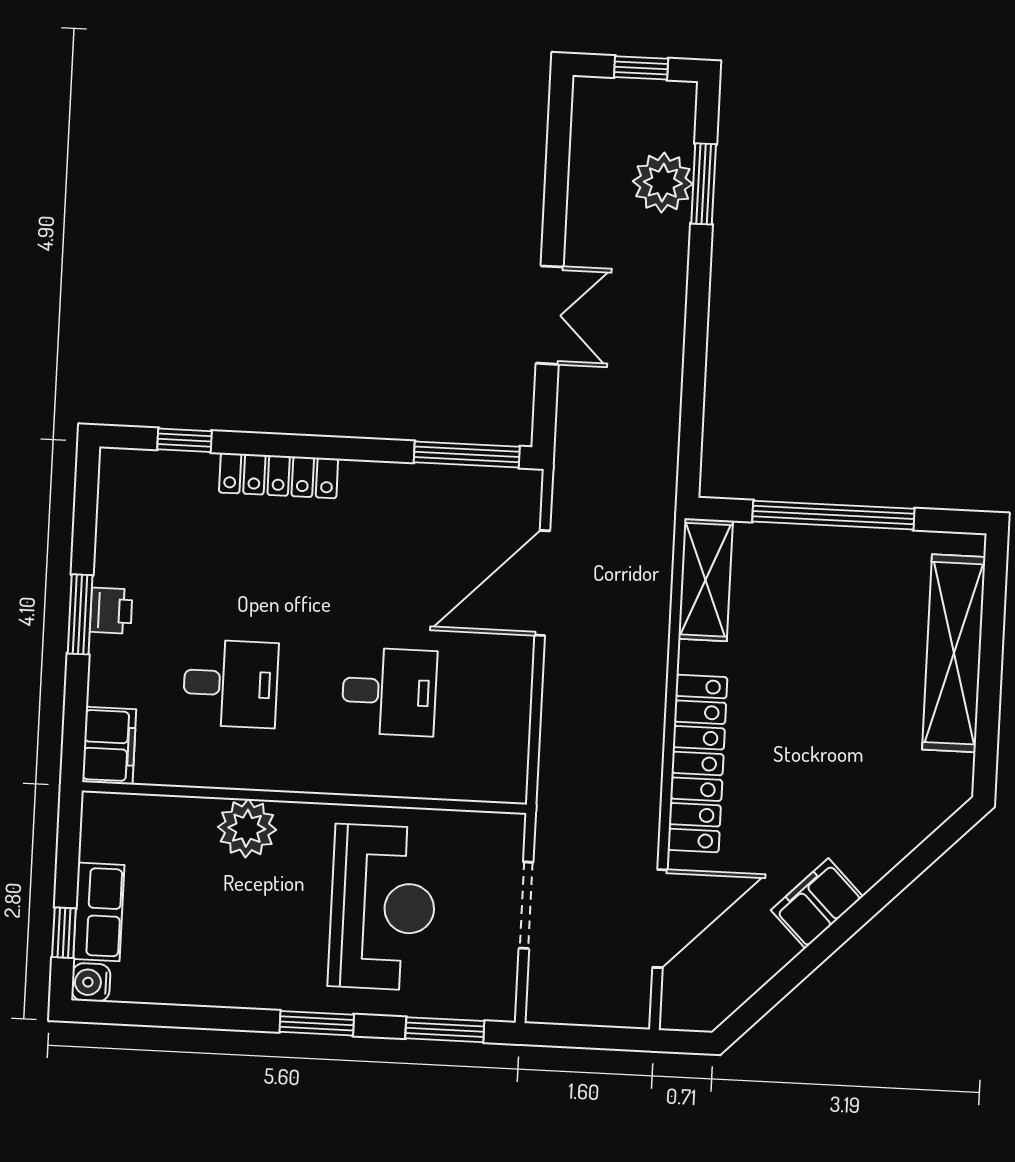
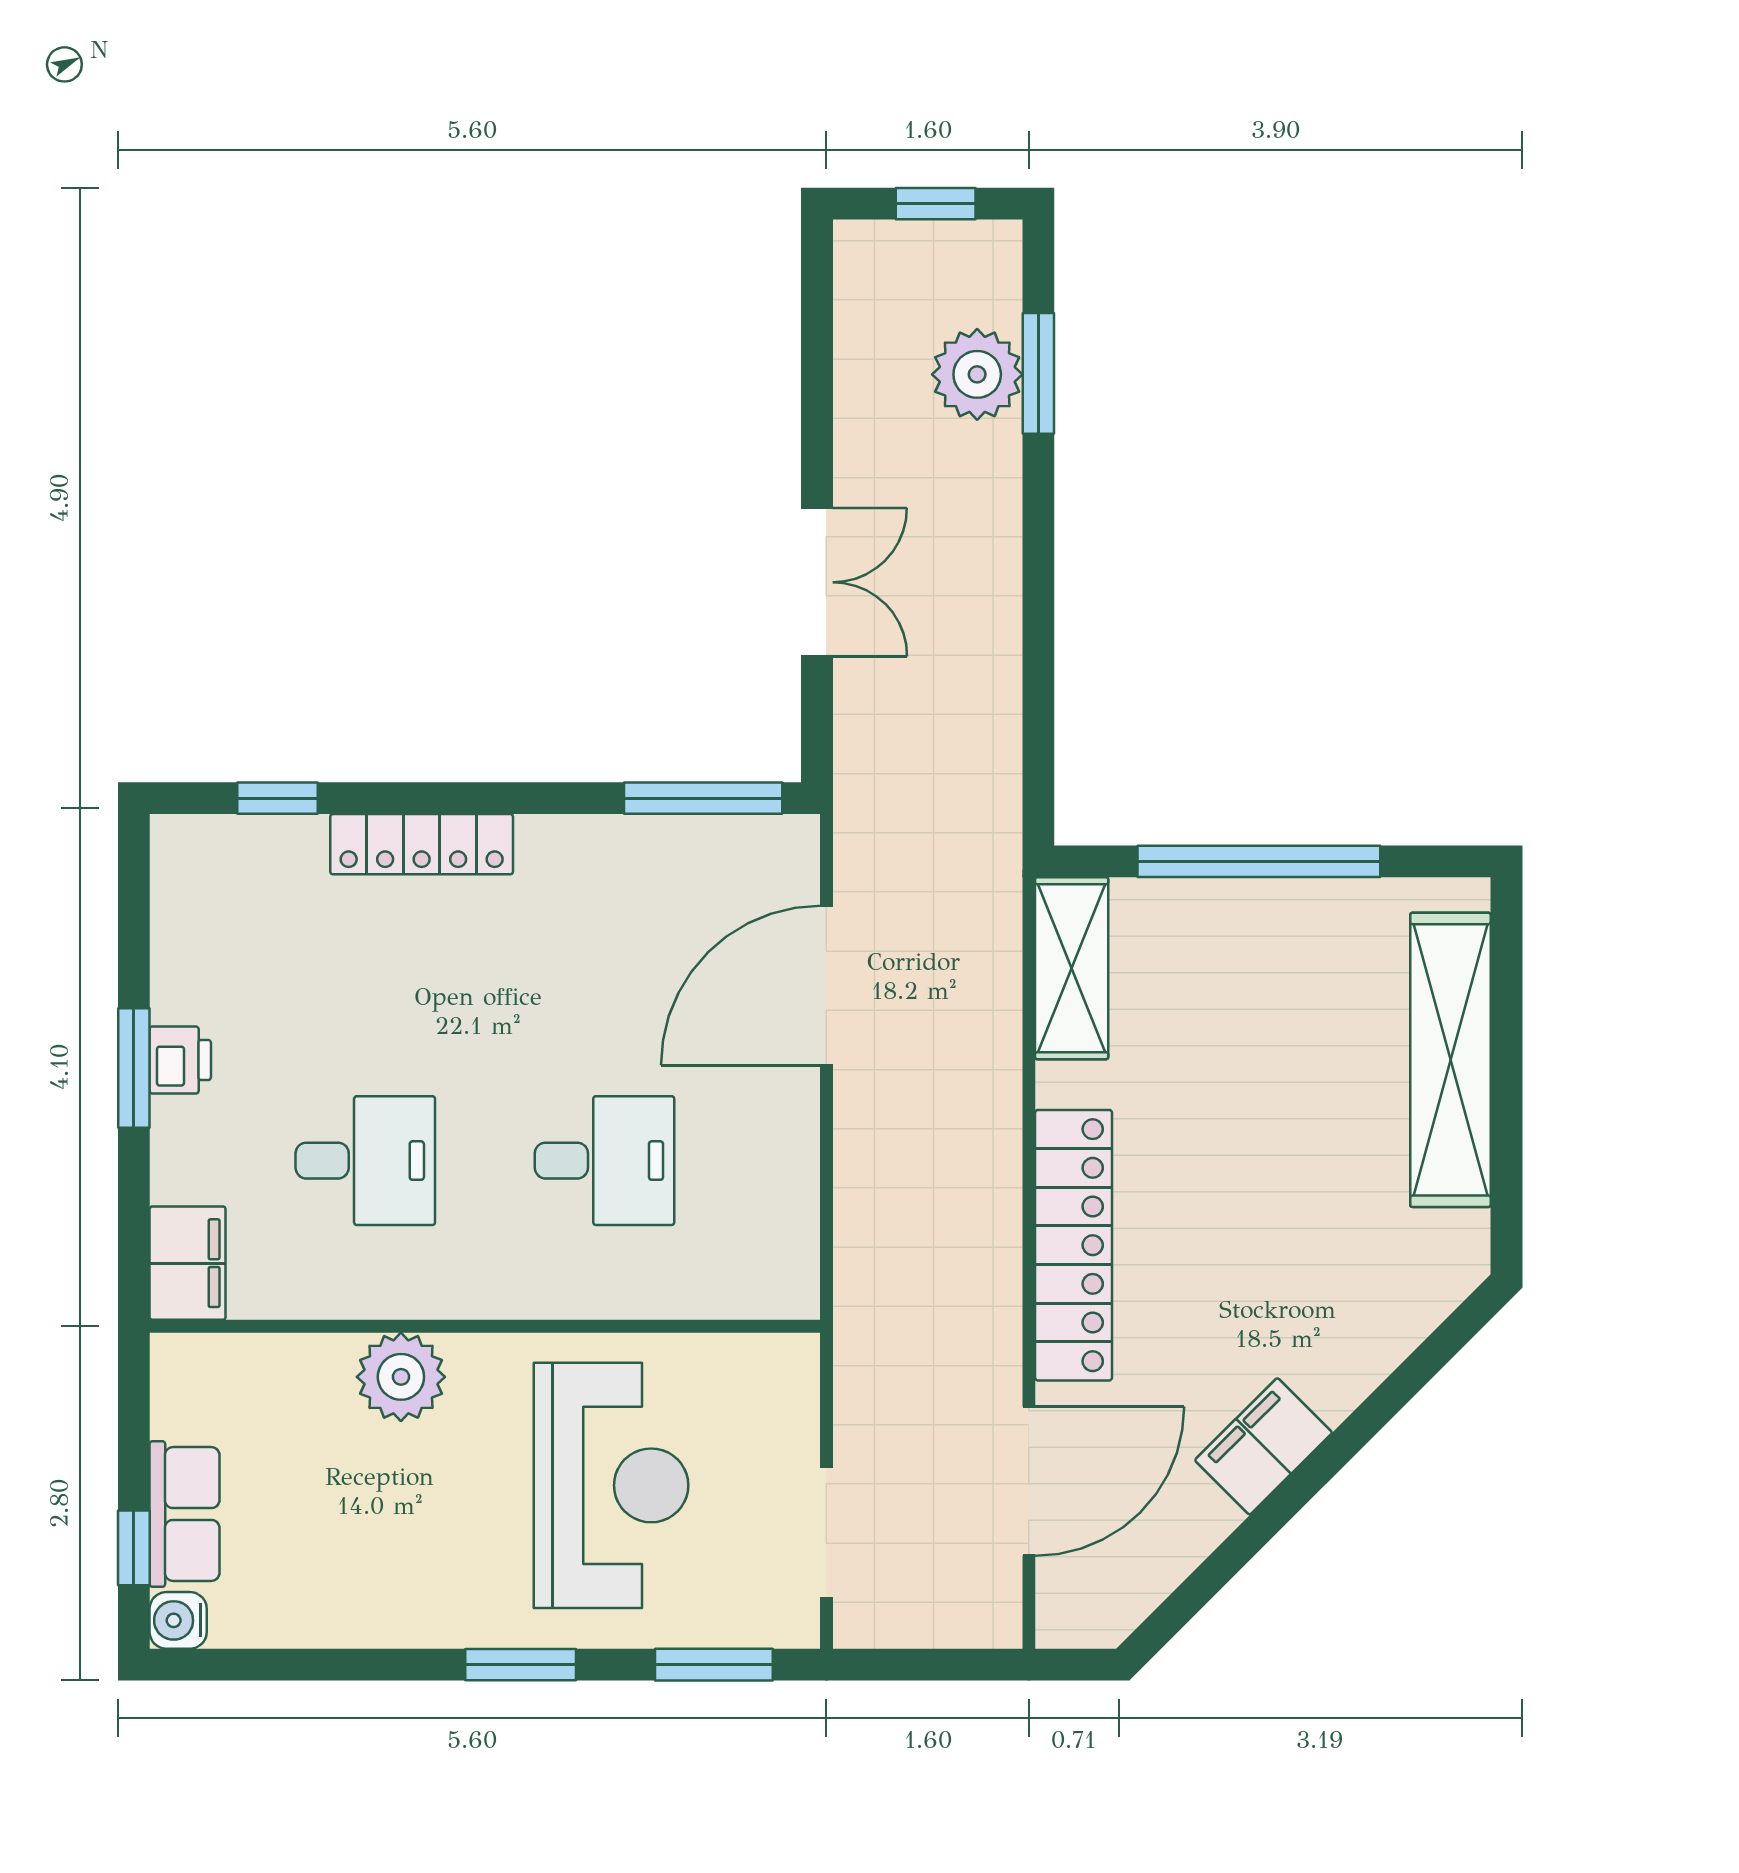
doorway: (526, 905) -> (826, 1532), moved

